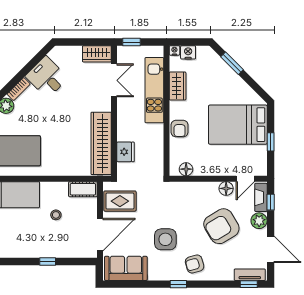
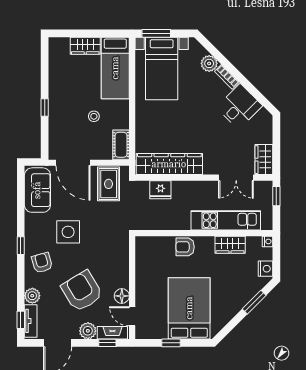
nightstand: (188, 52) -> (266, 269), moved
floor lamp: (186, 169) -> (142, 254), removed
plant: (226, 273) -> (32, 296), added

